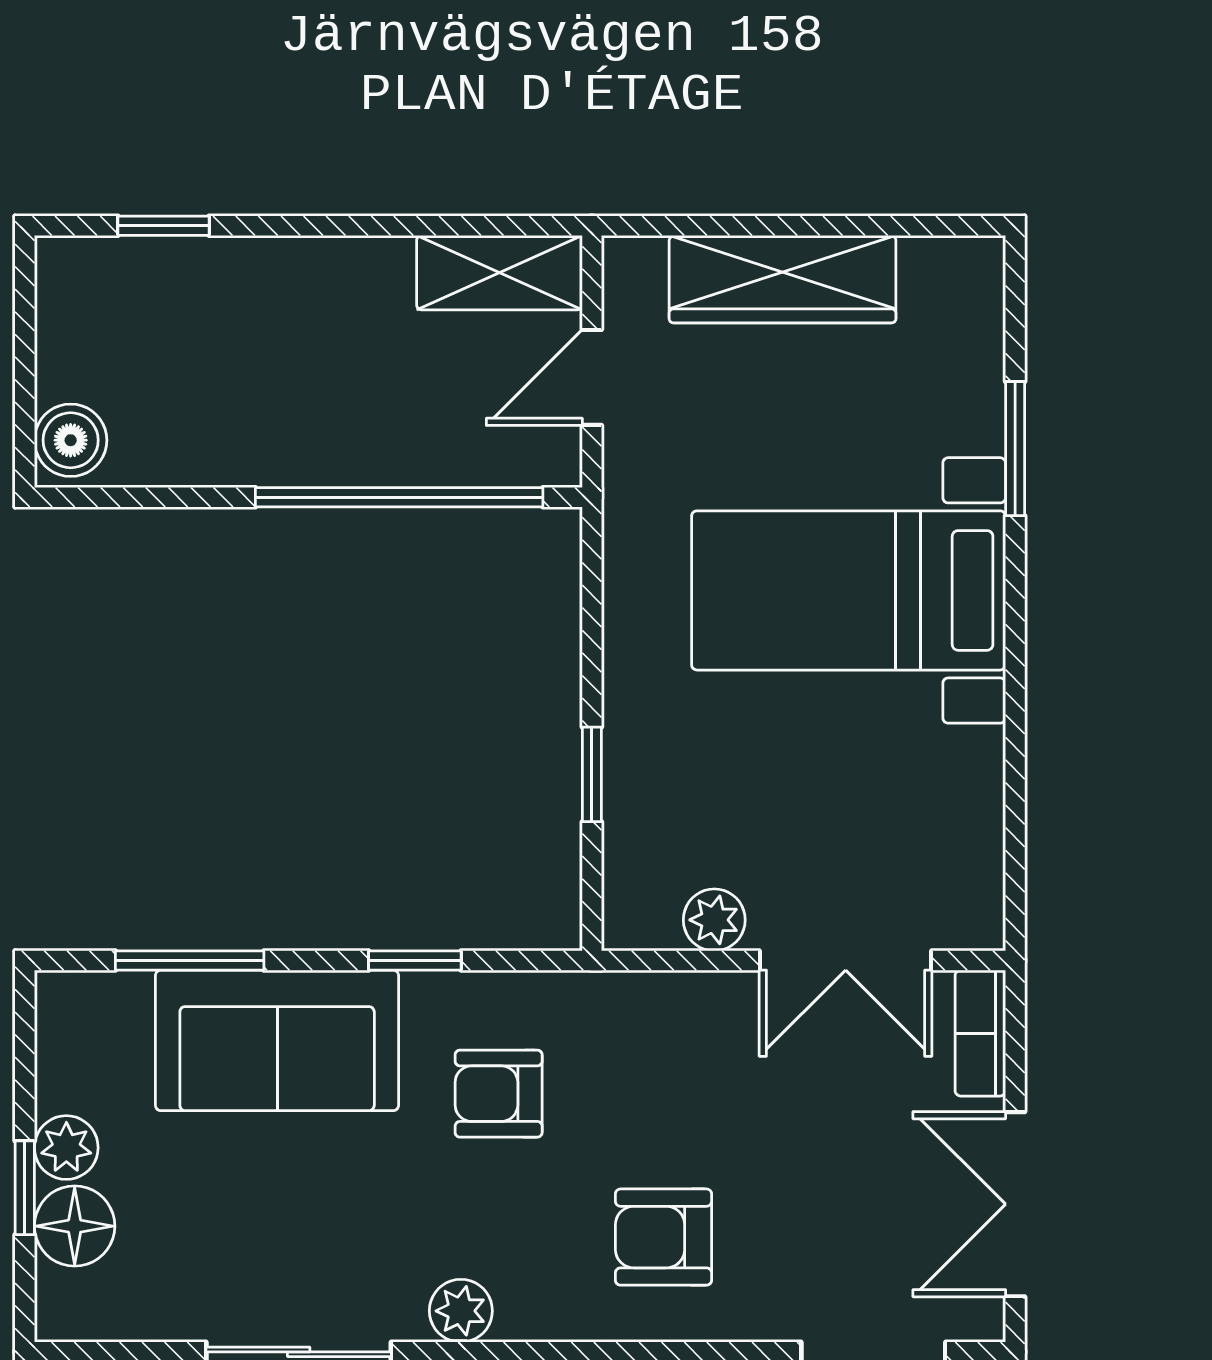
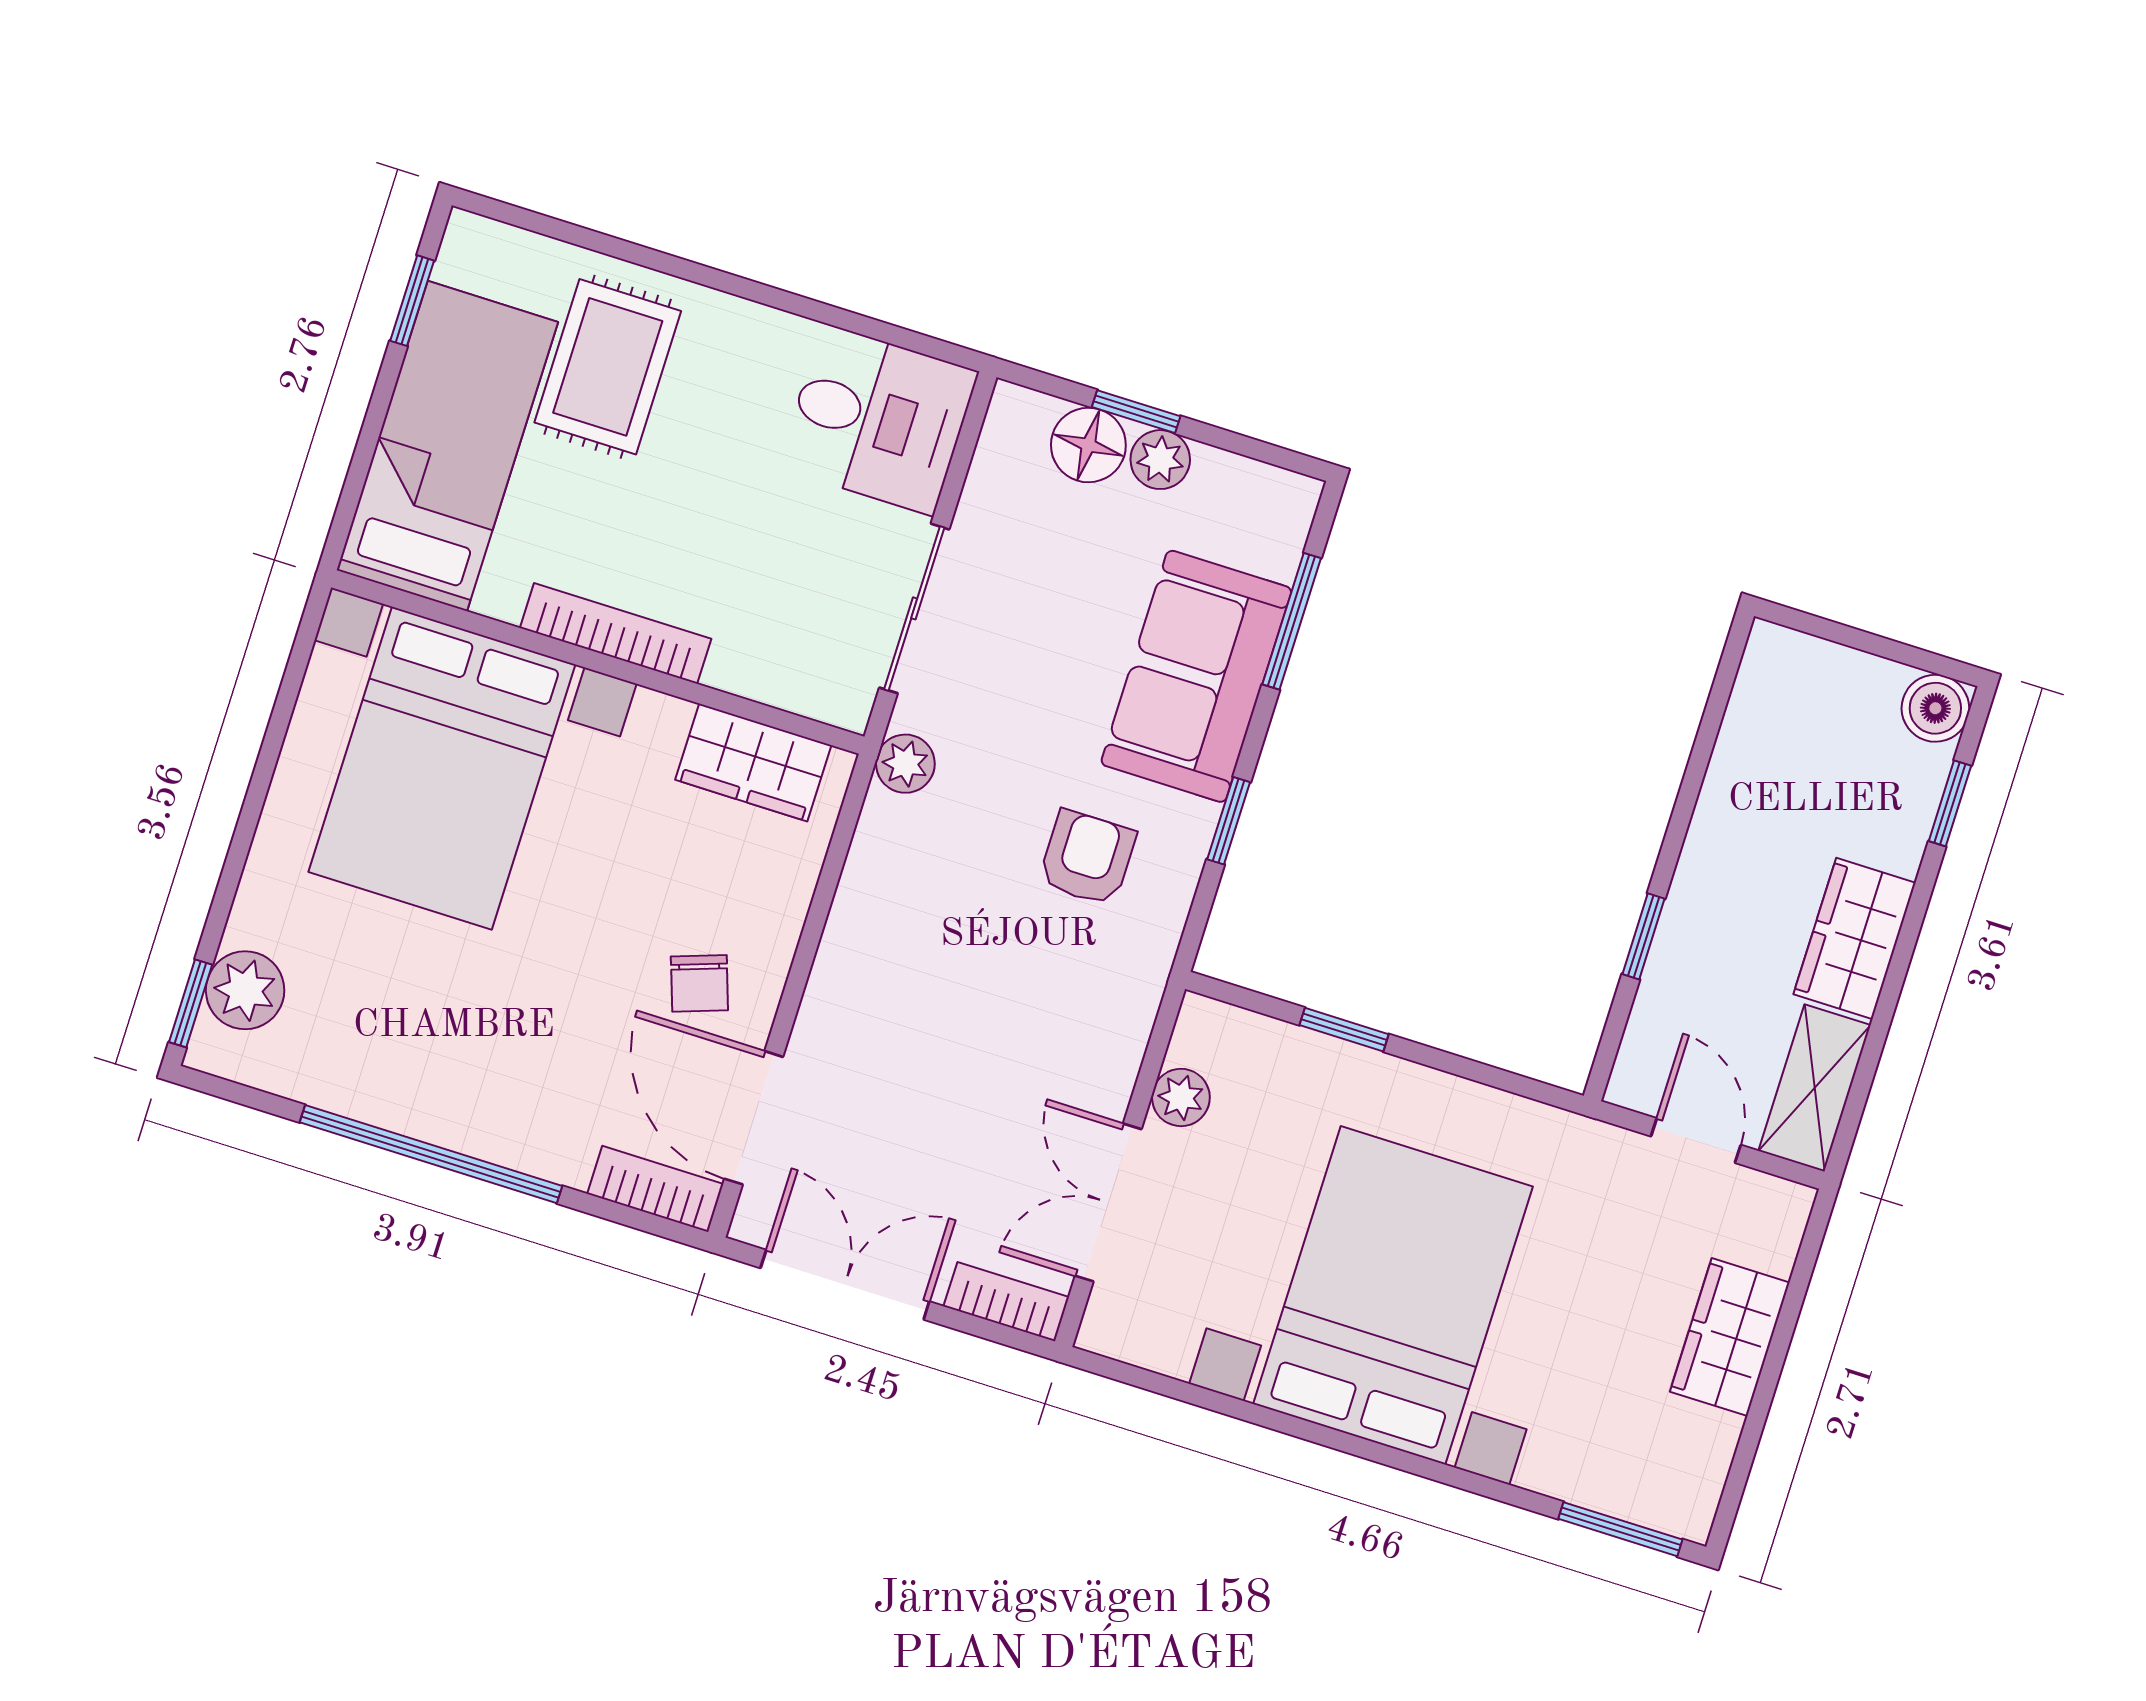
wardrobe: (783, 279) -> (1730, 1337), width x0.67
wardrobe: (333, 280) -> (1855, 938), added
boiler: (71, 440) -> (1935, 708), moved
window: (1015, 449) -> (1620, 1529), moved
window: (399, 497) -> (1643, 936), width x0.32
bed with nightstands: (849, 590) -> (1393, 1295), width x1.36
armchair: (663, 1237) -> (914, 964), removed

